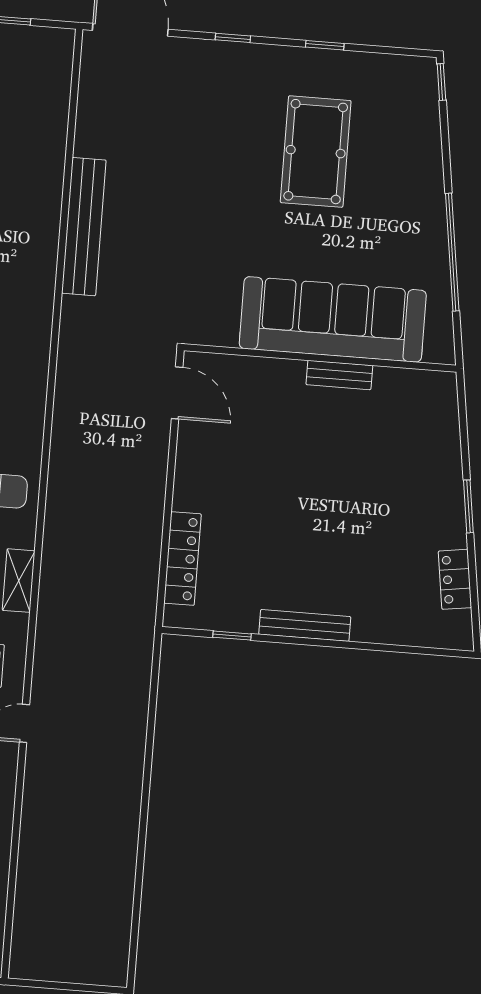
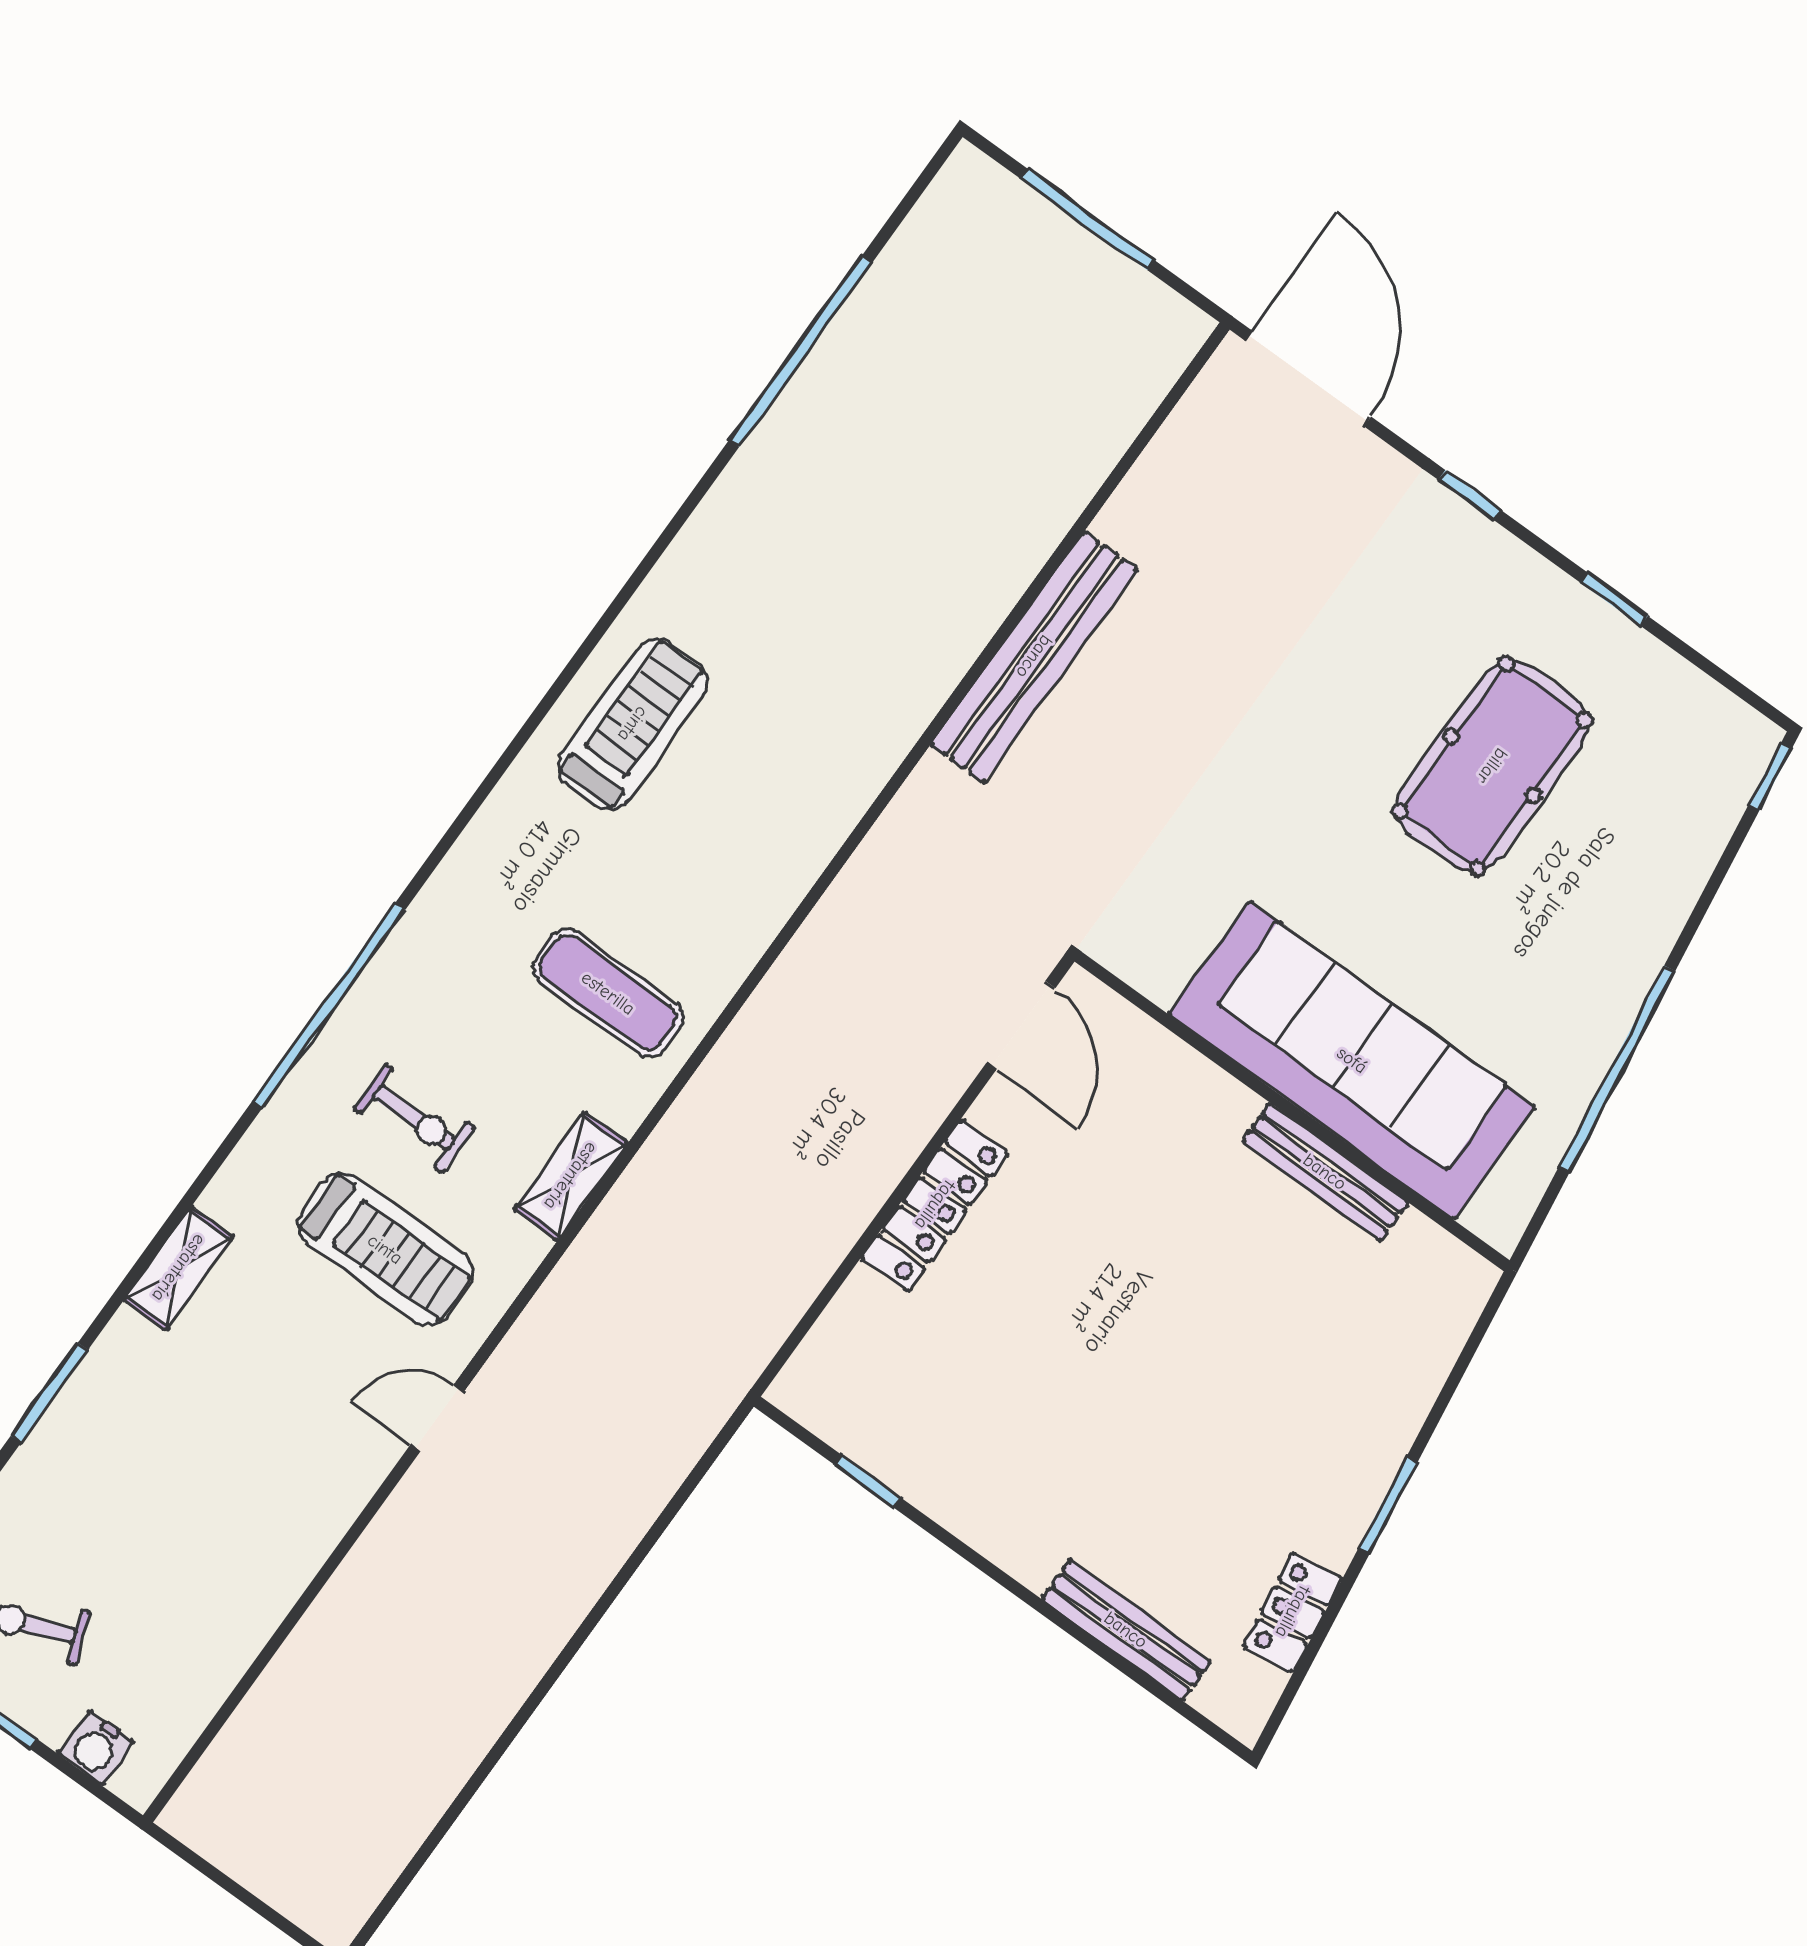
bench: (339, 375) -> (1325, 1172), width x1.36
locker: (183, 559) -> (935, 1205), moved
bench: (305, 625) -> (1126, 1630), moved

